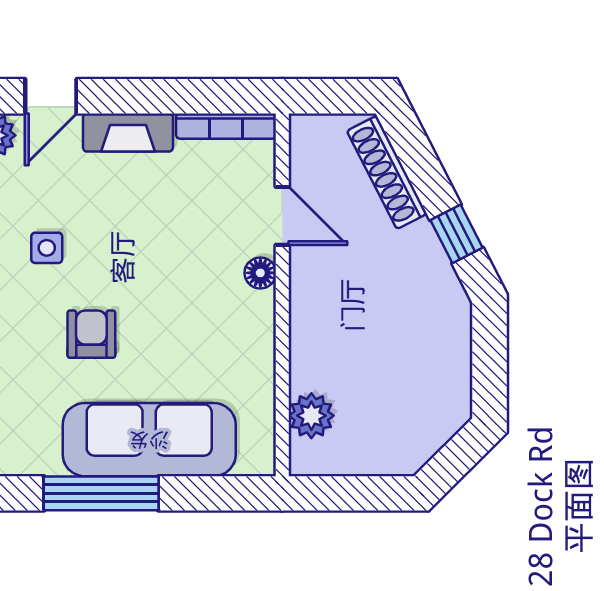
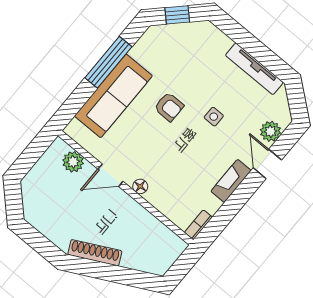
bookcase: (226, 126) -> (198, 225), width x0.64
shoe rack: (387, 172) -> (95, 253), moved
door: (282, 216) -> (110, 175), moved
window: (457, 234) -> (95, 269), removed

